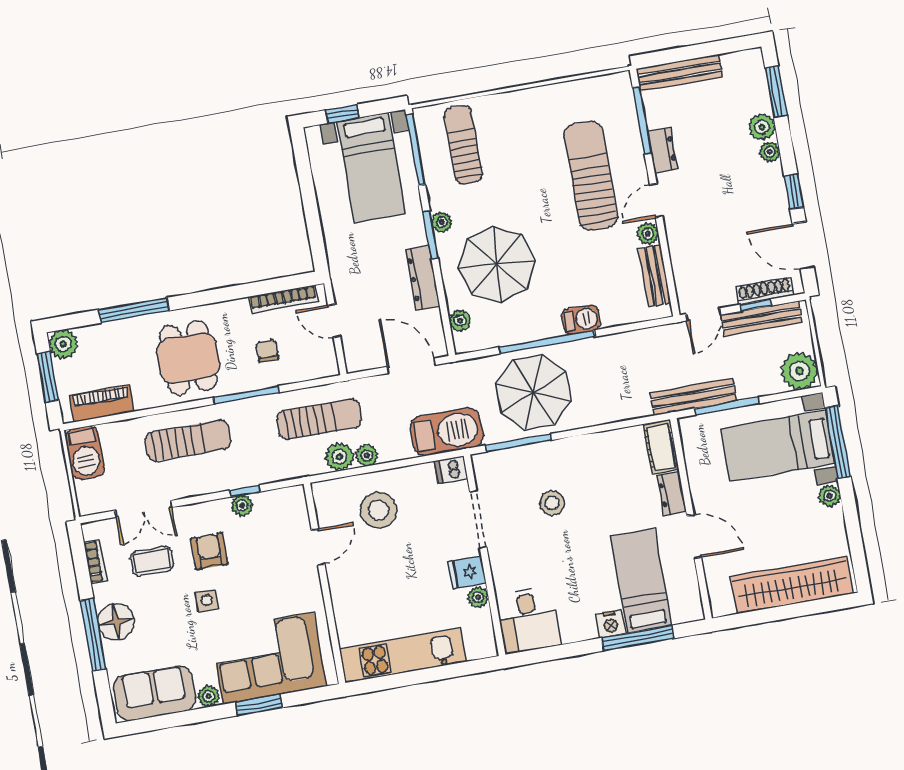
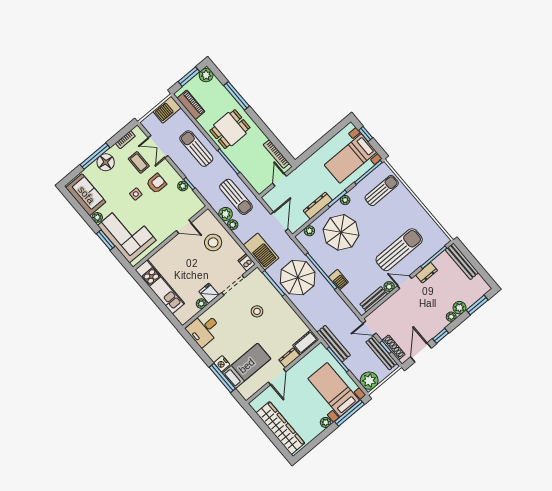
chair: (267, 351) -> (251, 160), removed
sun lounger: (188, 441) -> (196, 149), turned 180

